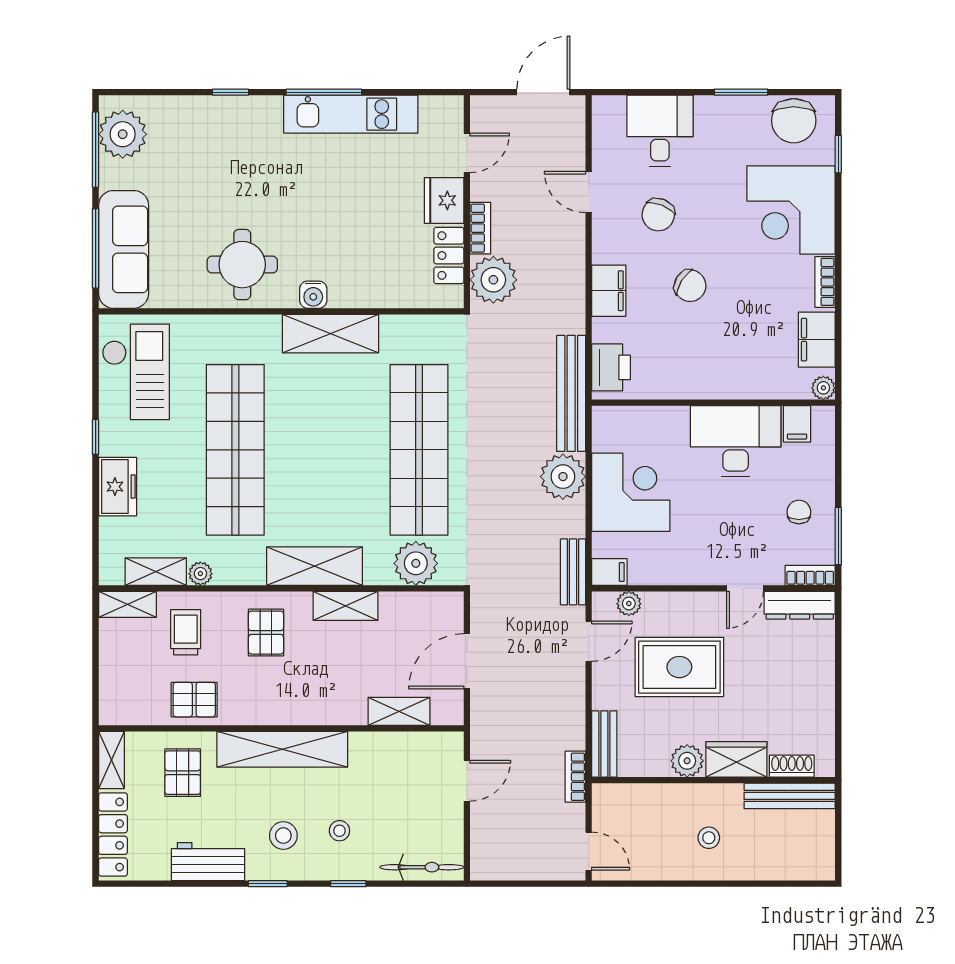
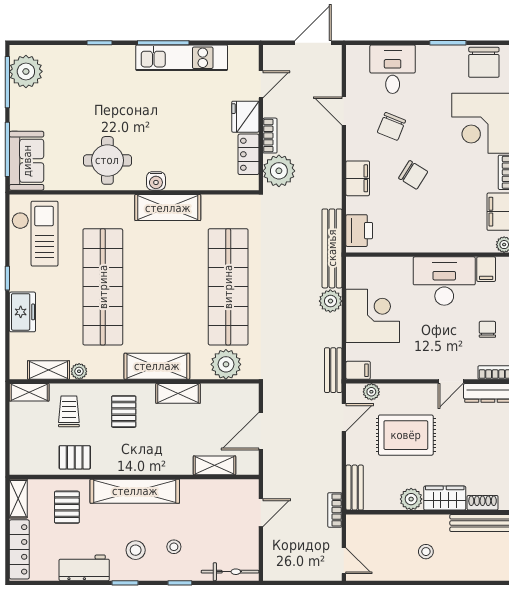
sofa: (124, 249) -> (27, 161), width x0.73
plant: (563, 477) -> (330, 301), width x0.73, depth x0.73

